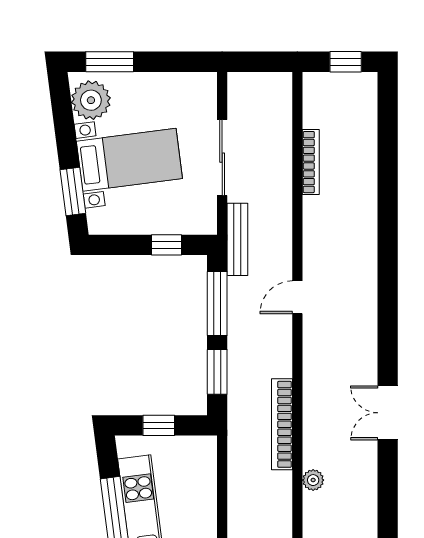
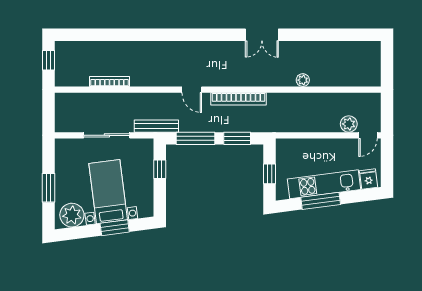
window: (110, 62) -> (49, 188), moved
window: (73, 191) -> (115, 228), moved
bookcase: (282, 424) -> (238, 99), moved

